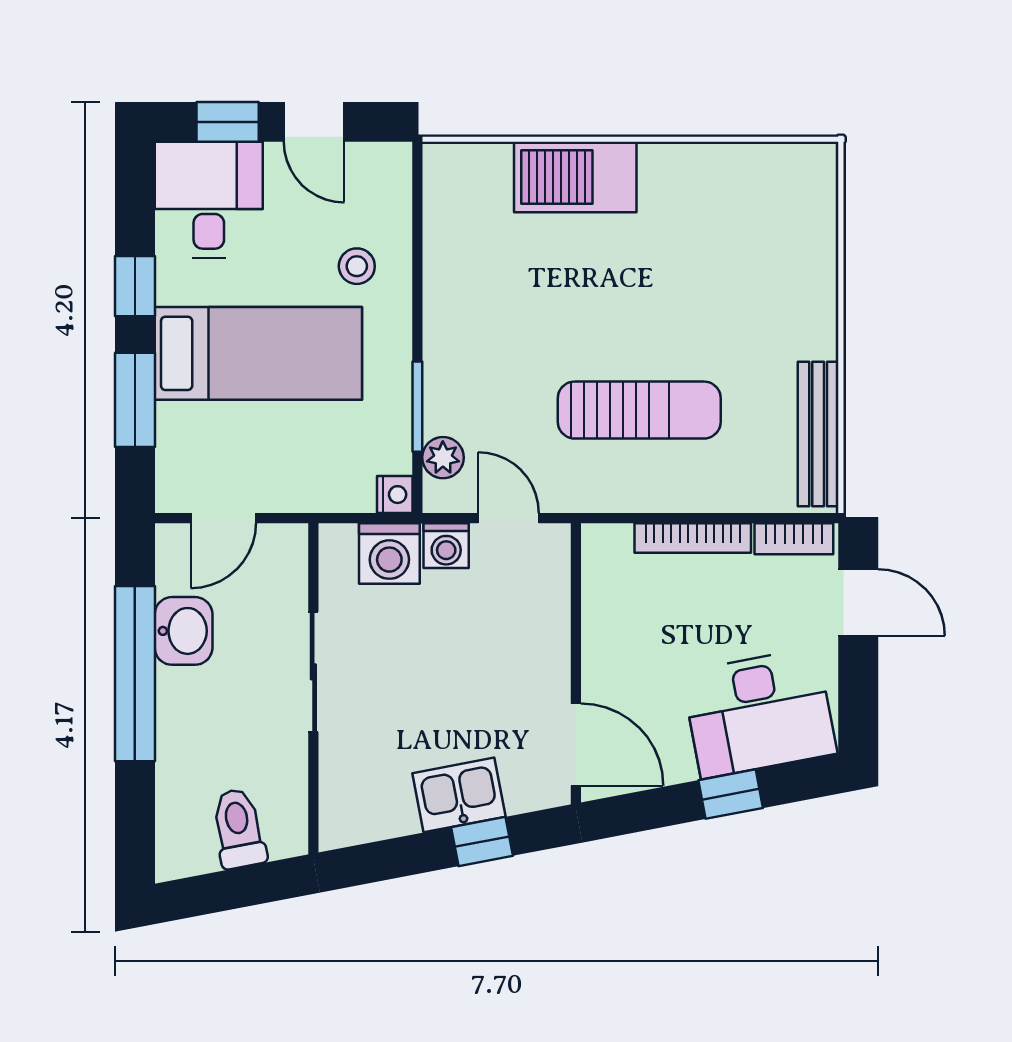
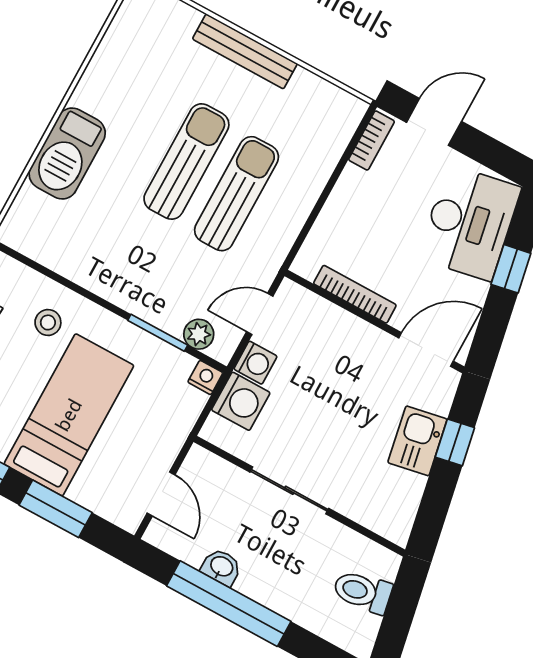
sun lounger: (645, 328) -> (186, 162), added
bench: (818, 434) -> (245, 51), moved
bookcase: (693, 538) -> (355, 294), moved, turned -90
washbasin: (184, 631) -> (221, 567), width x0.72, depth x0.69

